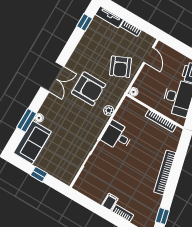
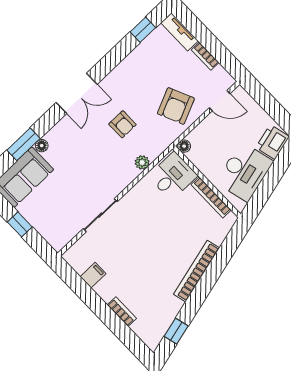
door: (149, 55) -> (220, 101), hinge flipped
armchair: (89, 89) -> (122, 124), width x0.53, depth x0.53
desk: (117, 136) -> (173, 176), moved, turned 90
filing cabinet: (110, 202) -> (93, 275), moved

